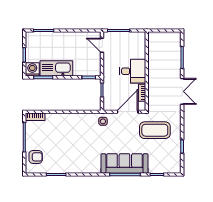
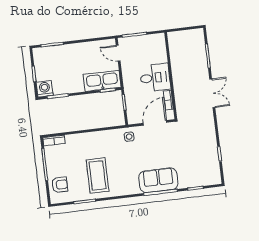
kitchen sink: (56, 68) -> (102, 81), moved
coffee table: (155, 130) -> (98, 175), moved, turned 90
sofa: (124, 163) -> (158, 180), width x0.73

